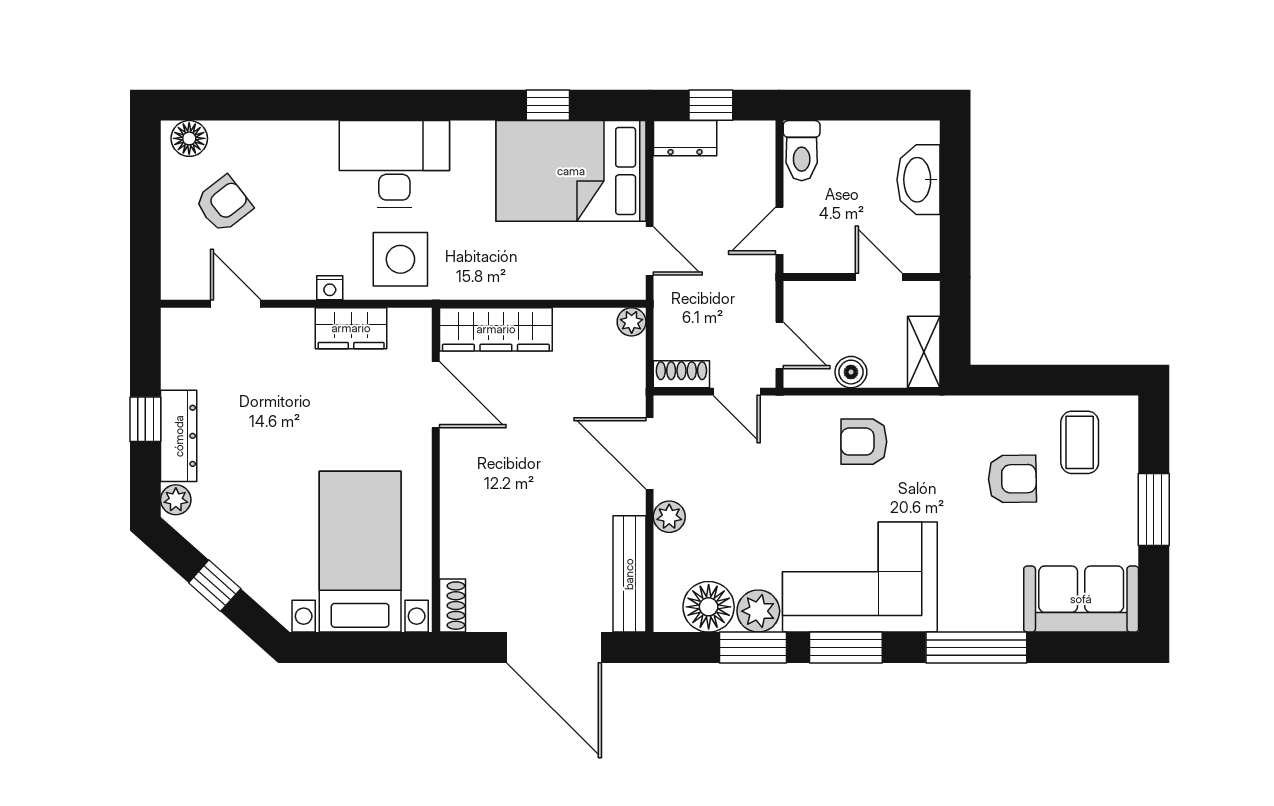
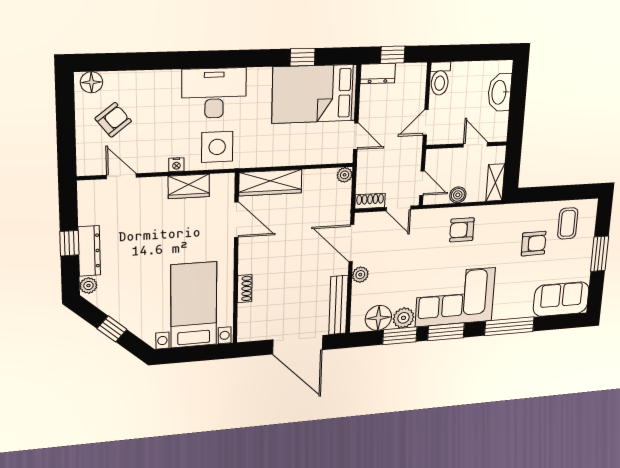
shoe rack: (452, 606) -> (245, 289), moved

